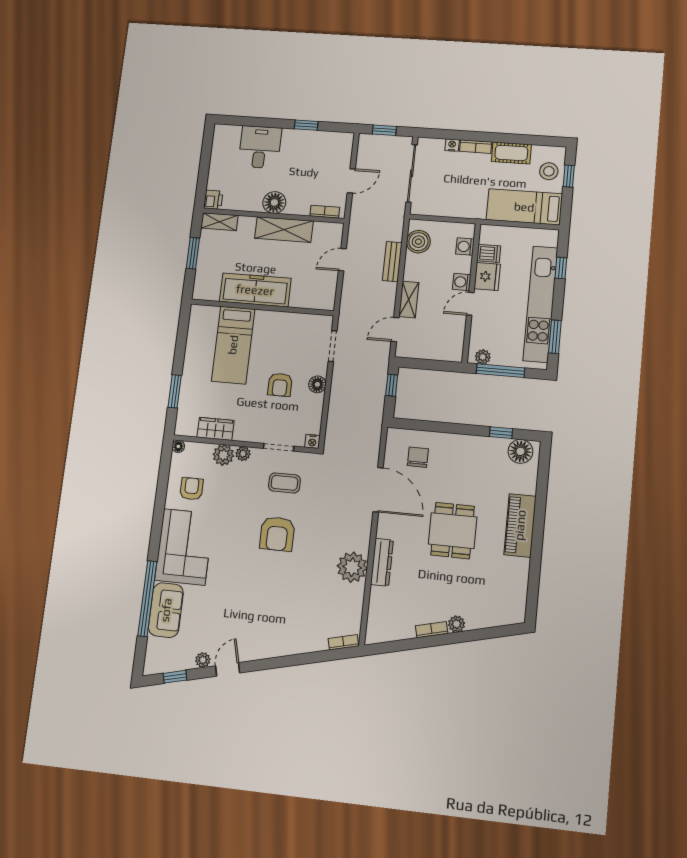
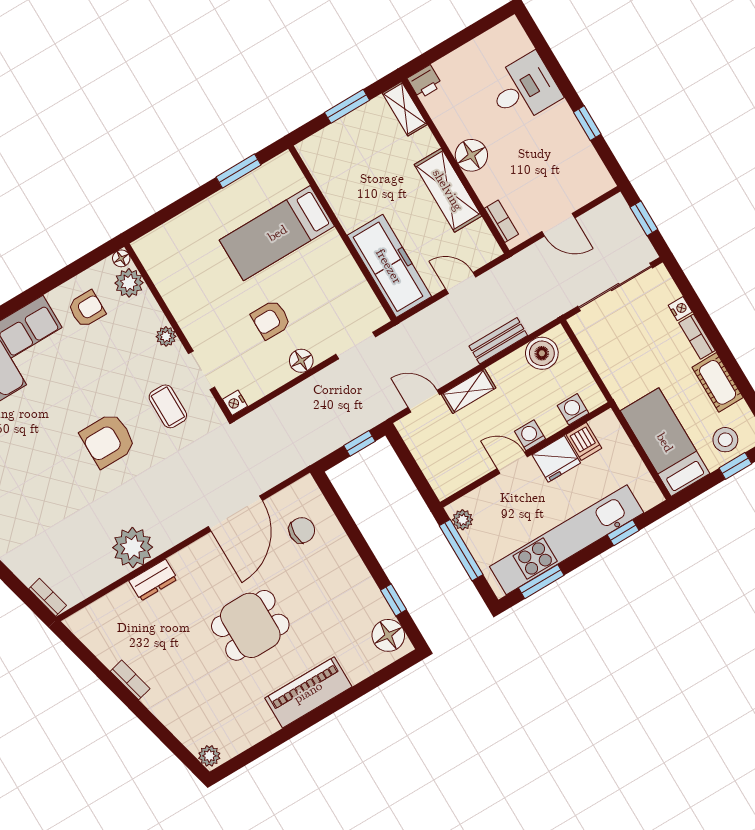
freezer: (255, 290) -> (389, 266), moved
window: (175, 391) -> (238, 171), moved
wardrobe: (216, 429) -> (171, 285), removed
plant: (223, 455) -> (129, 283), moved
dresser: (382, 562) -> (153, 580), width x0.70
plant: (457, 624) -> (209, 756), moved

